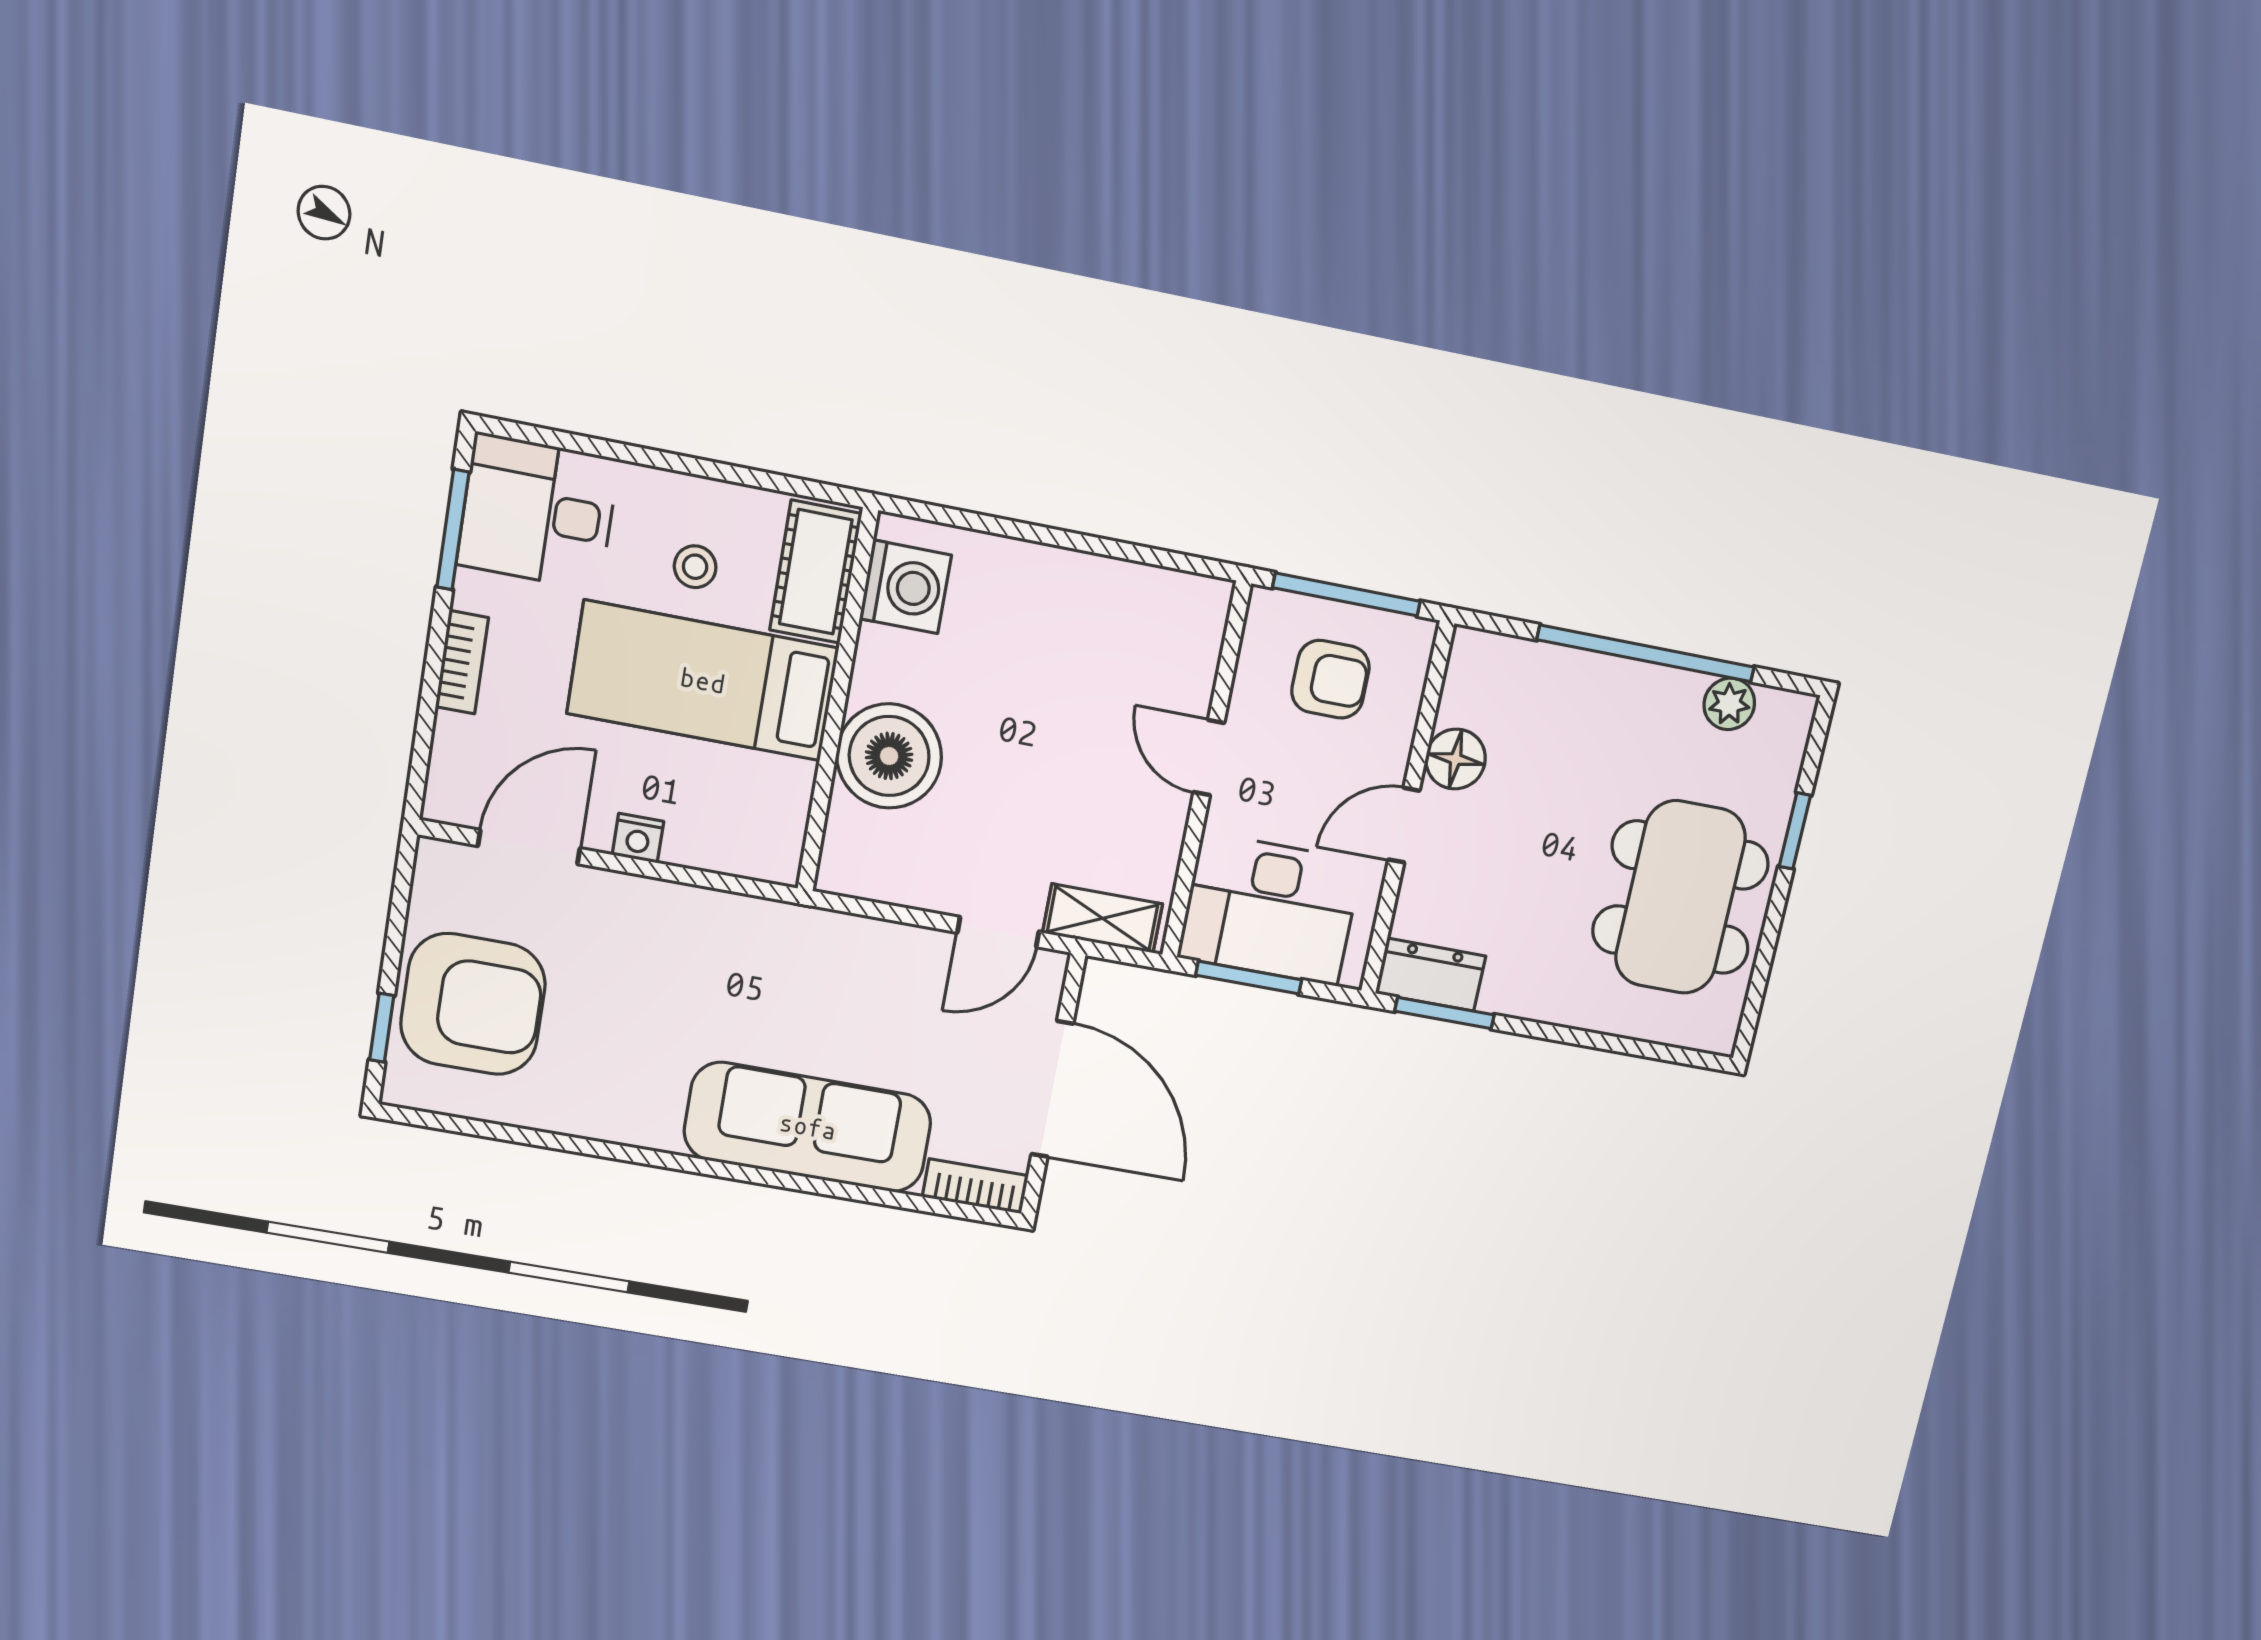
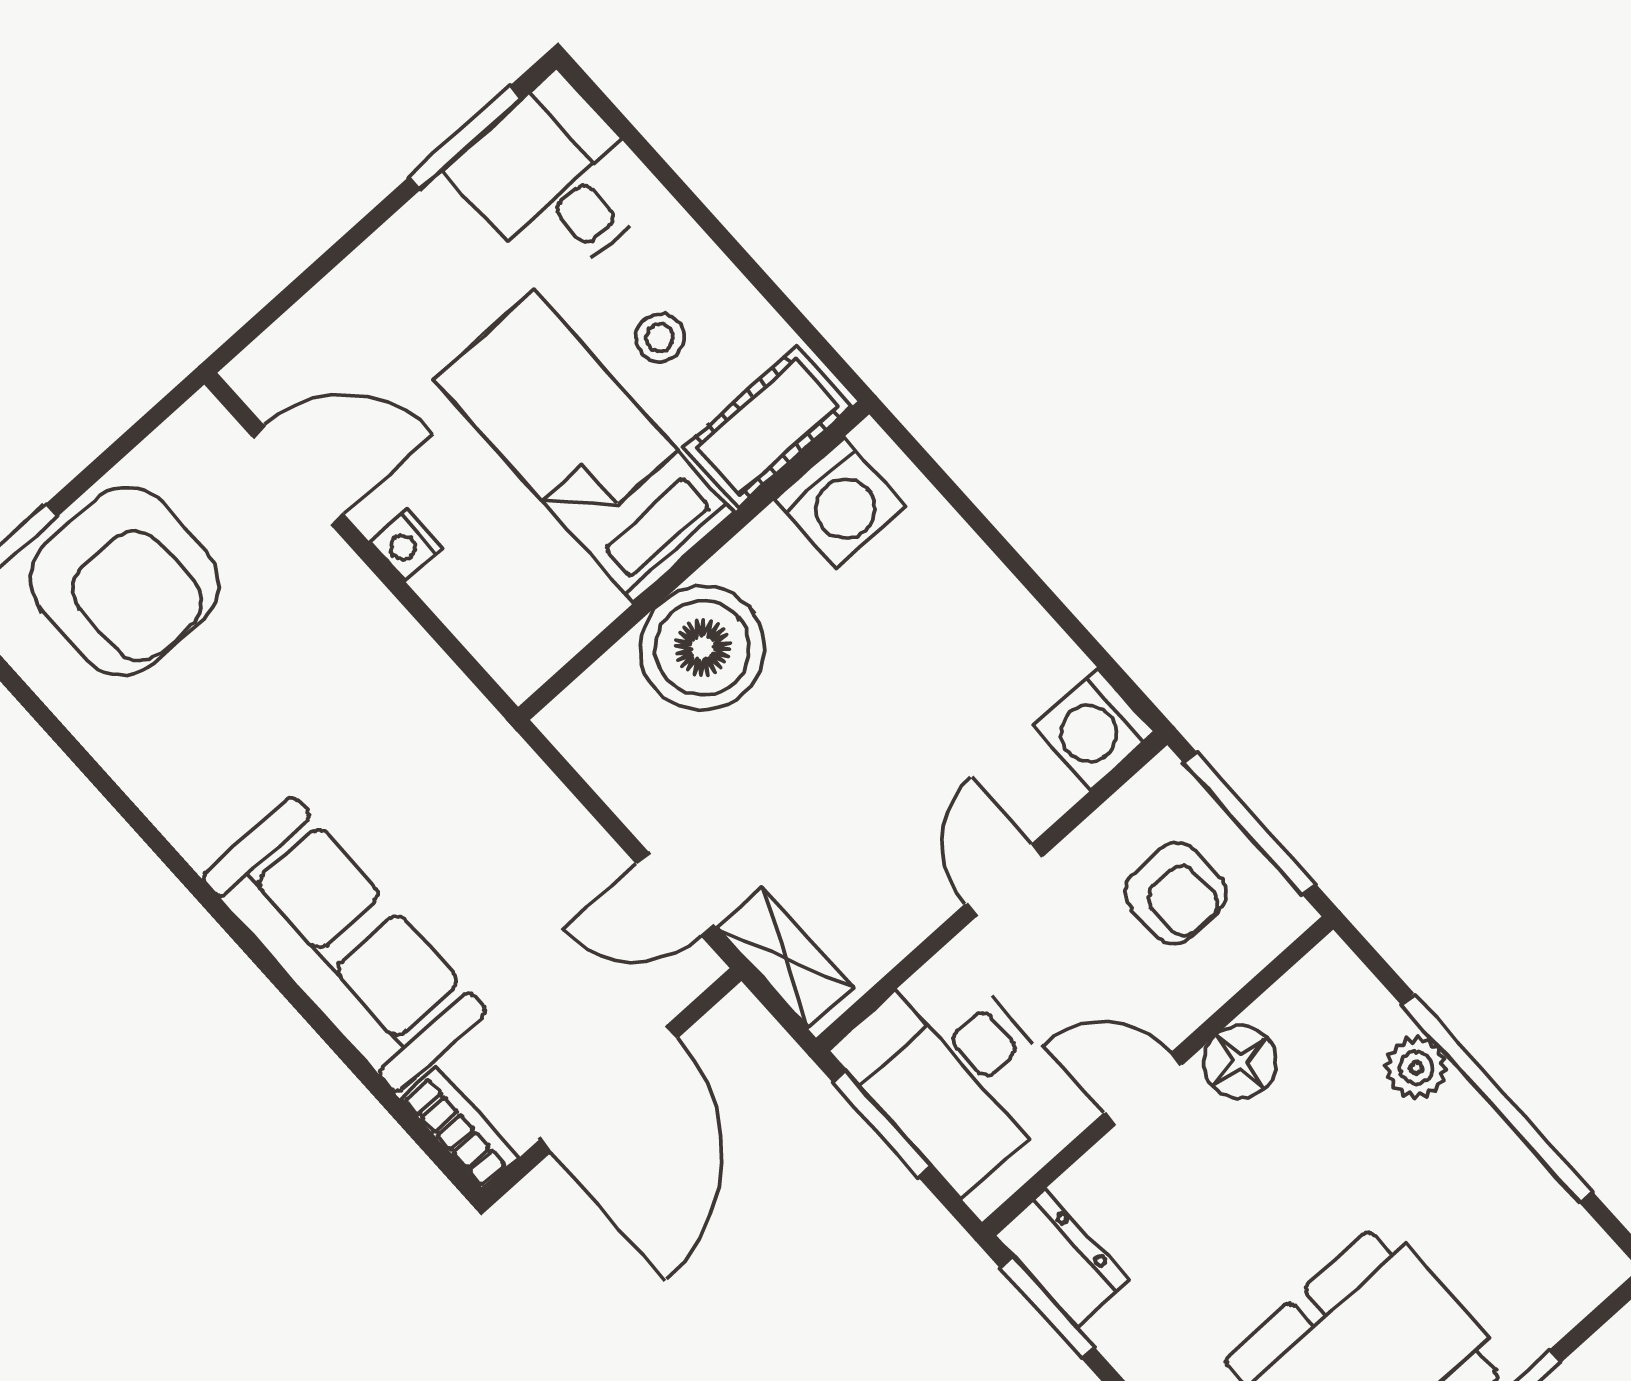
washing machine: (1193, 610) -> (1094, 729), added
bookcase: (462, 662) -> (375, 261), removed
plant: (1729, 704) -> (1416, 1068), moved

